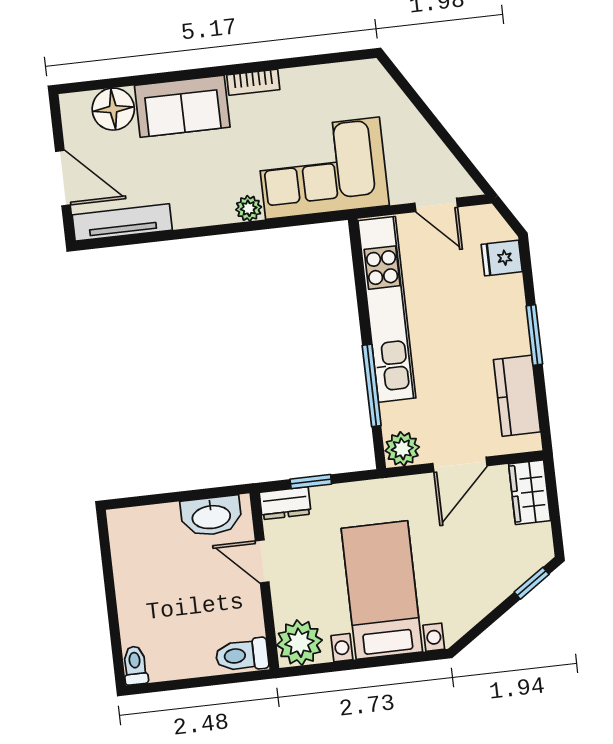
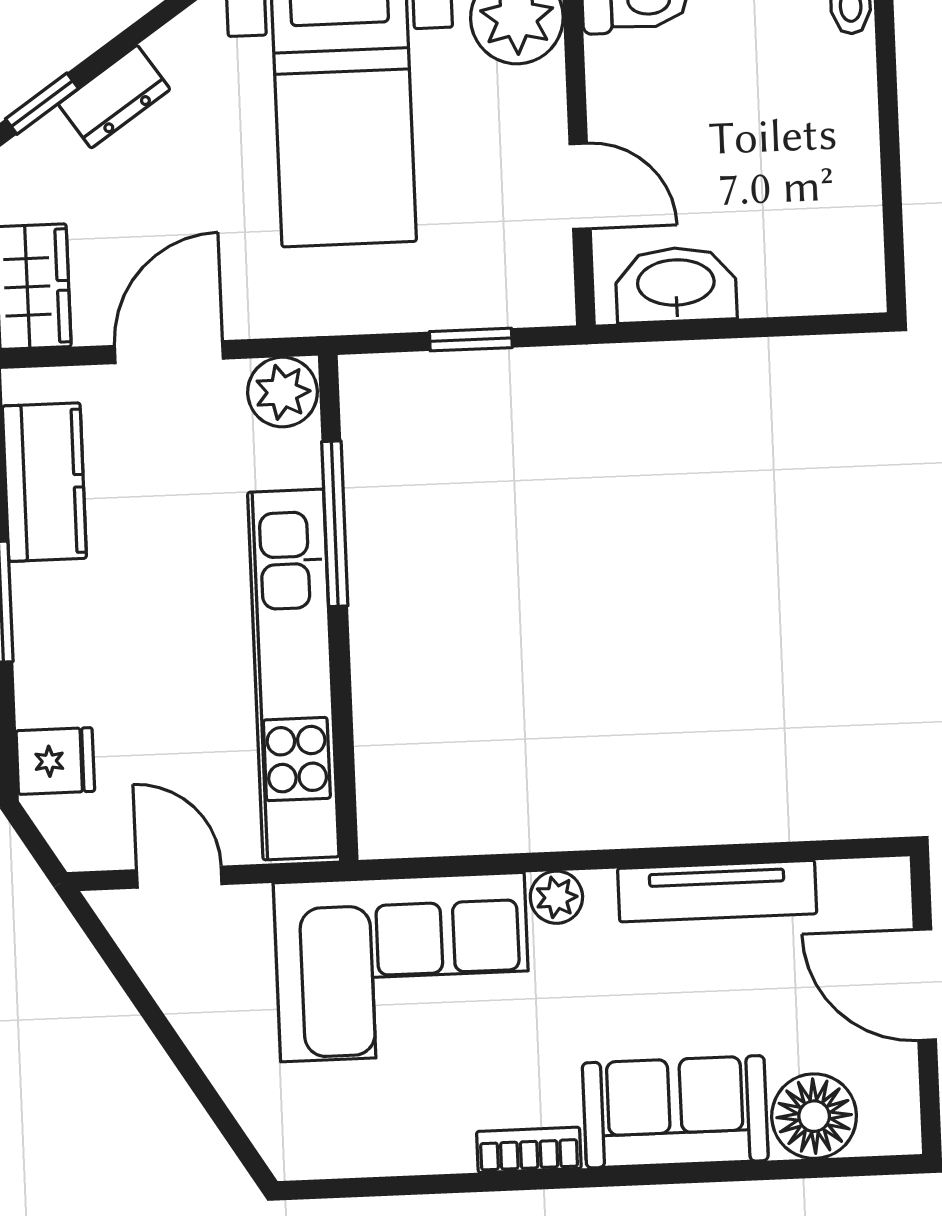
tv unit: (122, 222) -> (717, 891), moved
dresser: (285, 503) -> (114, 97), moved, turned 146

